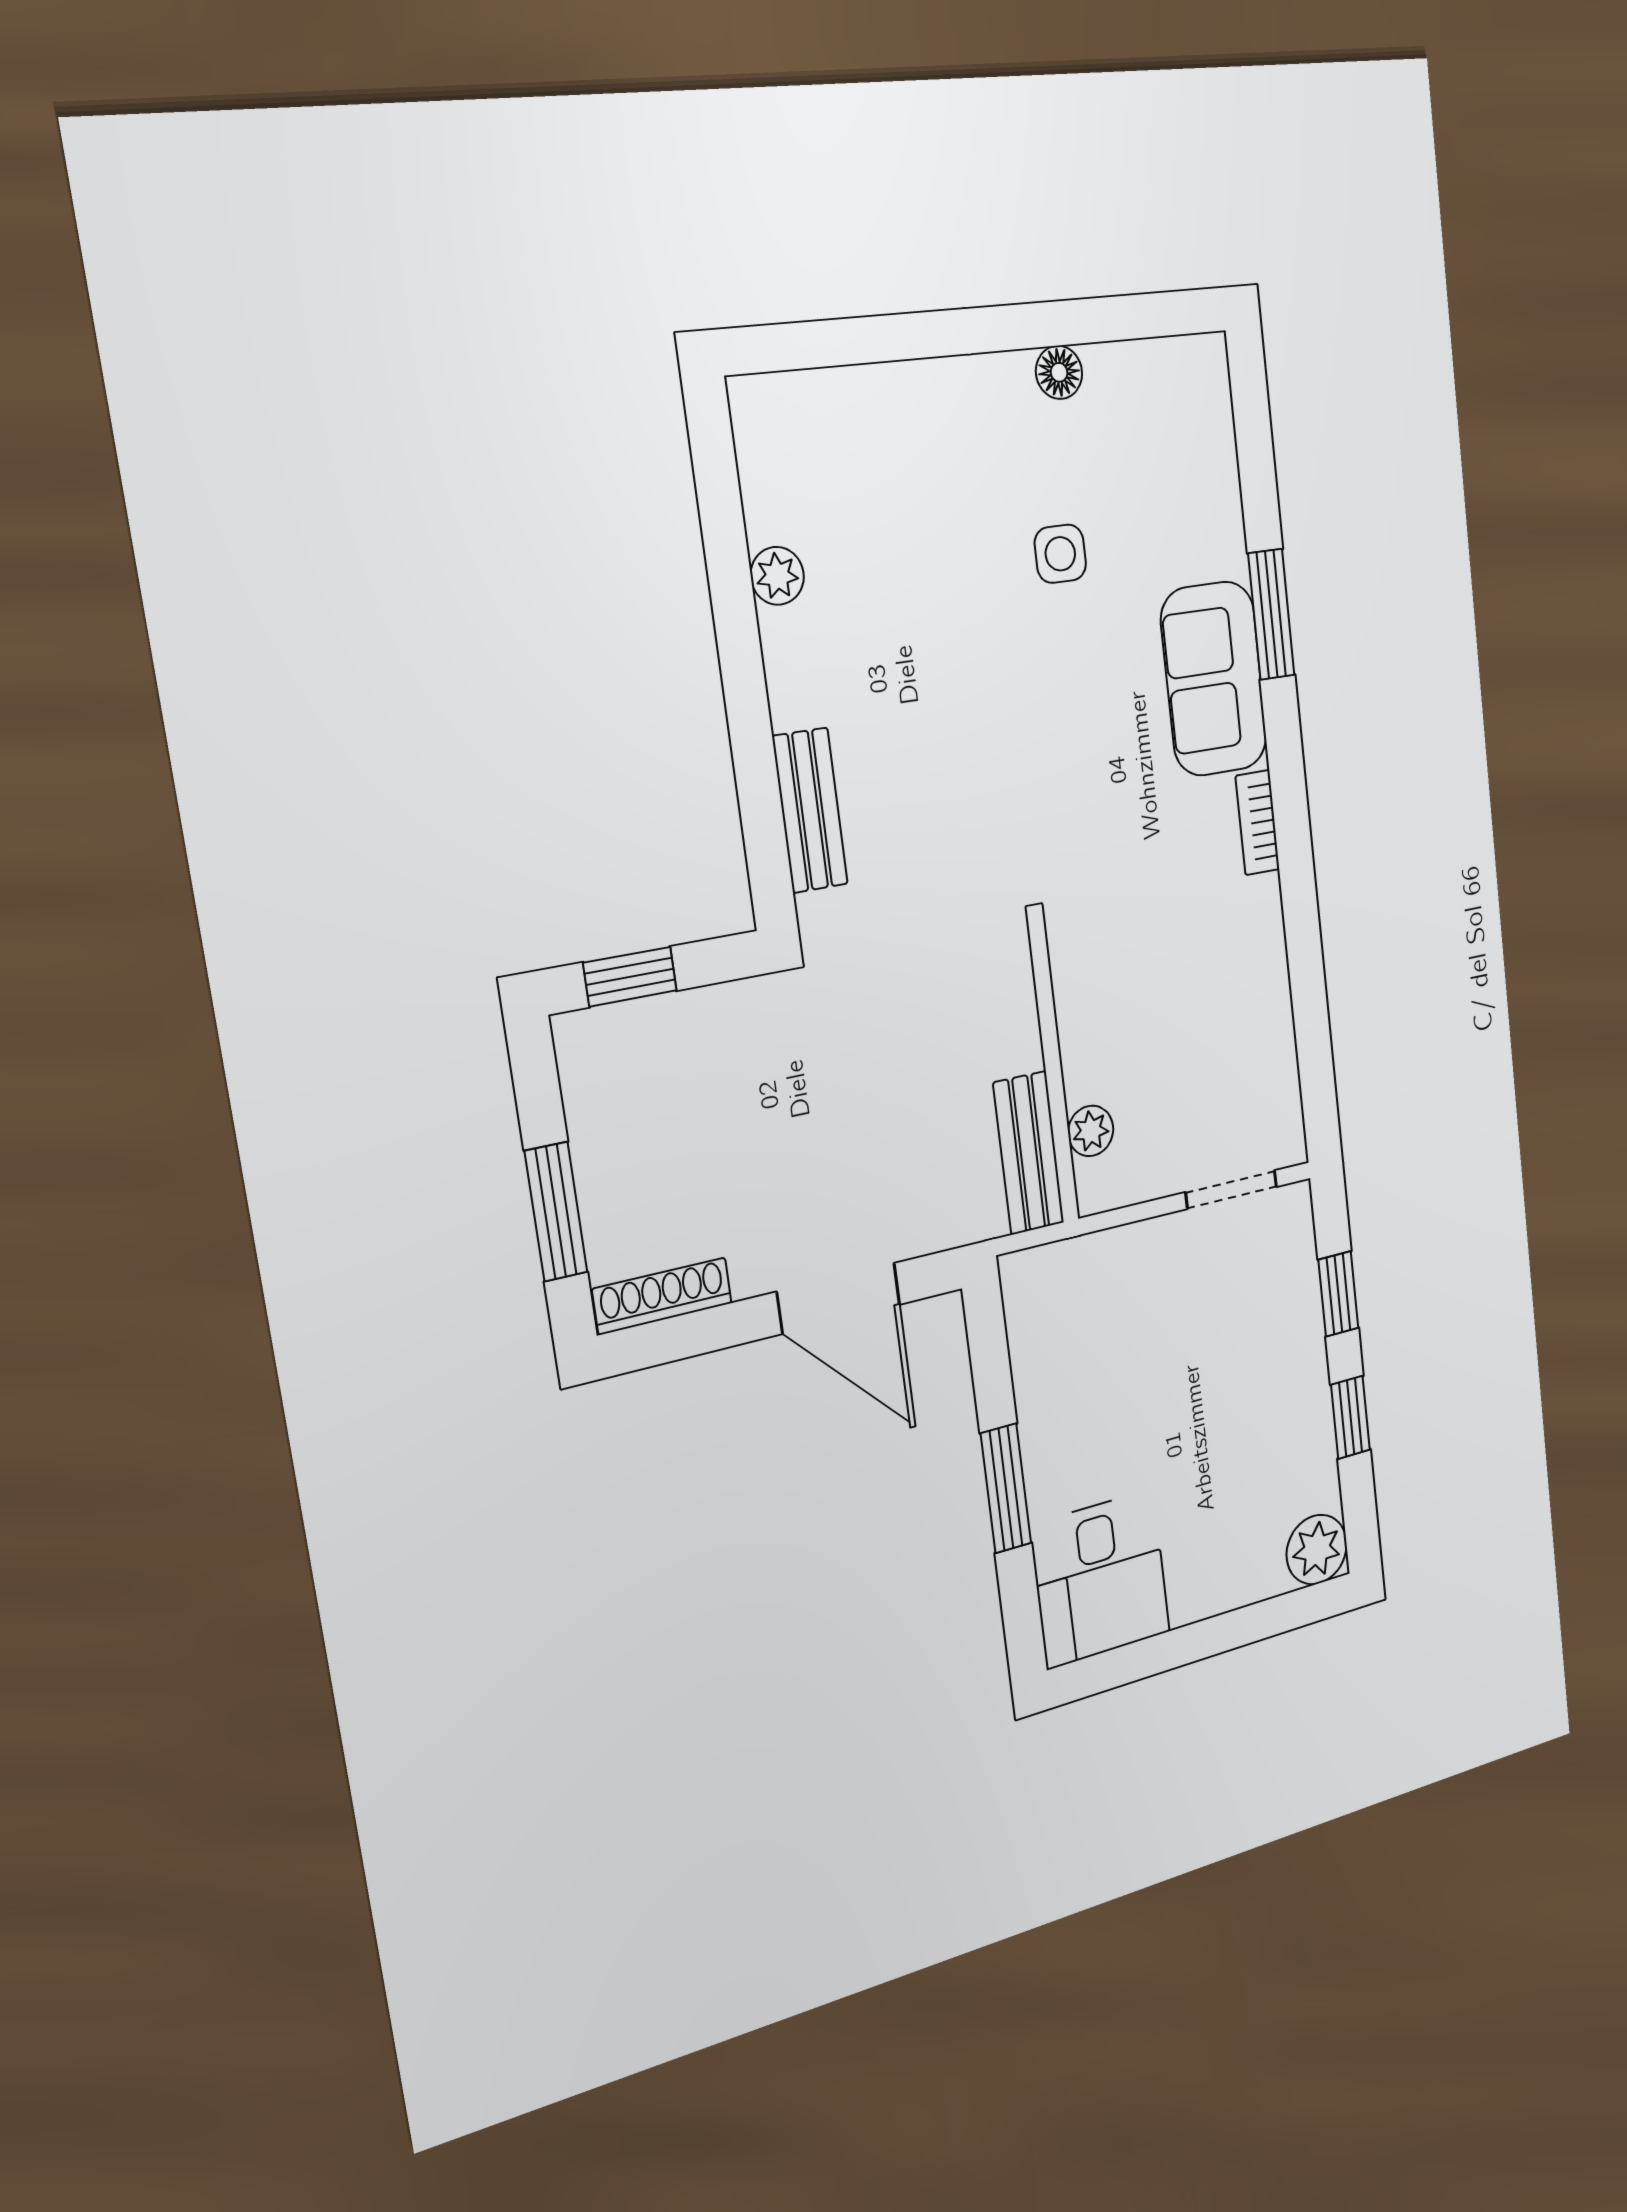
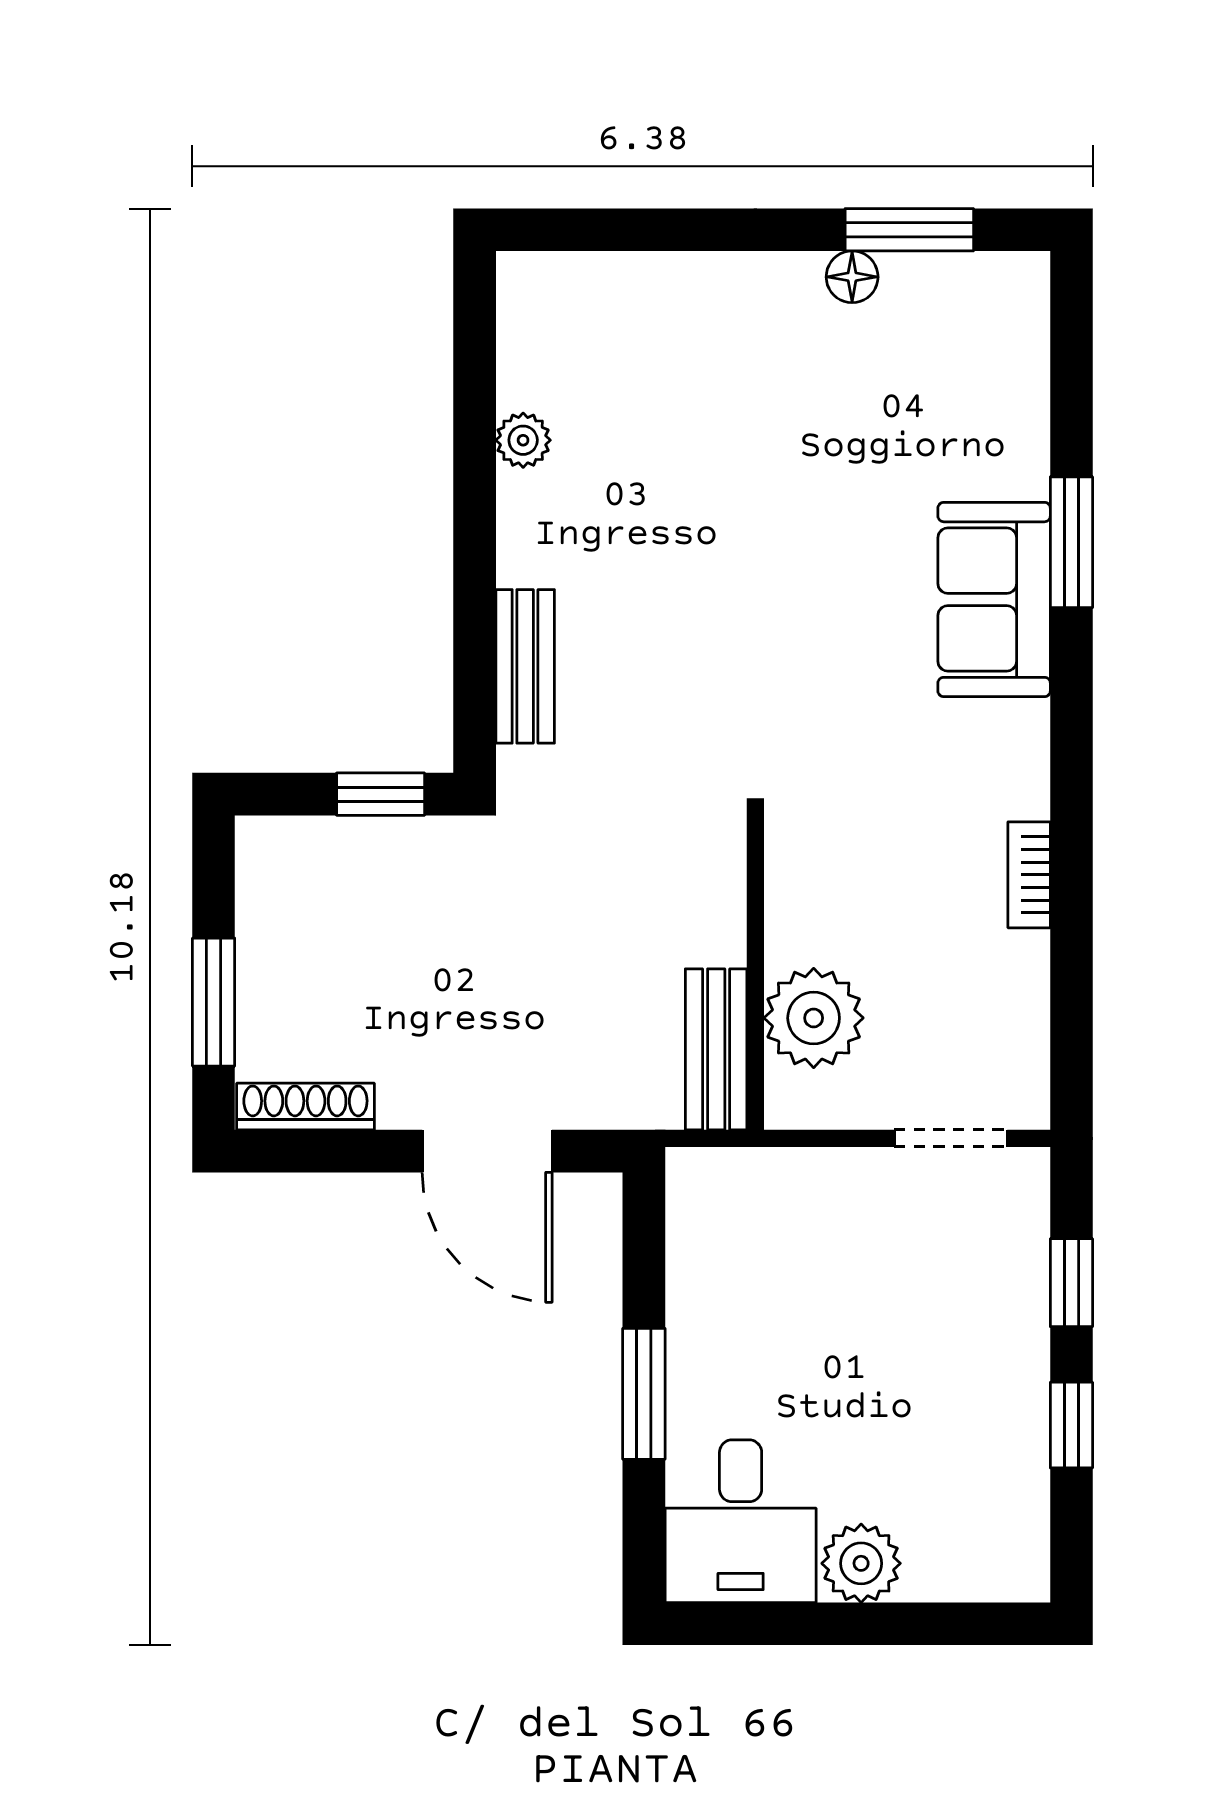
window: (1104, 319) -> (909, 230), added
side table: (1060, 554) -> (831, 453), removed
bookcase: (1258, 823) -> (1029, 875), moved
window: (630, 977) -> (381, 794), moved
plant: (1091, 1131) -> (814, 1018), width x1.88, depth x1.88
plant: (1317, 1550) -> (861, 1563), moved

